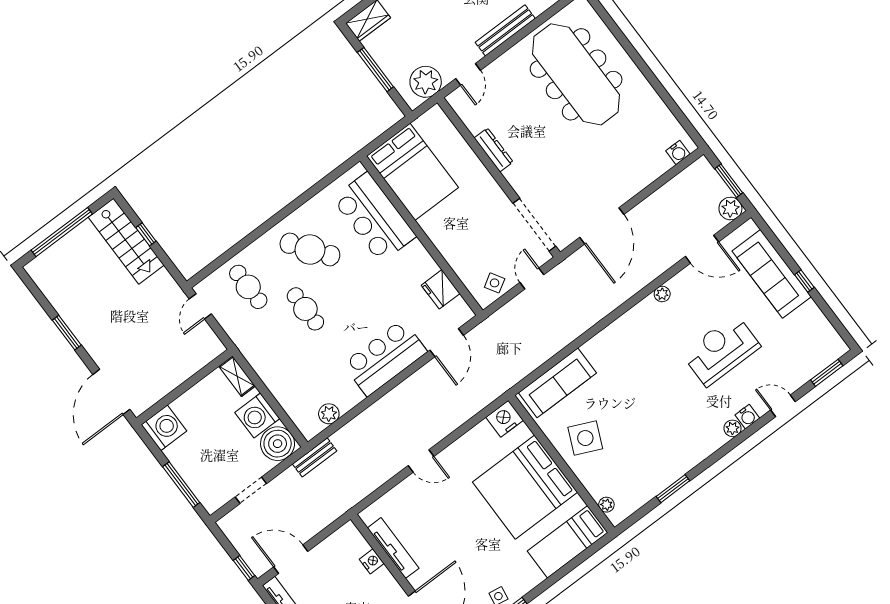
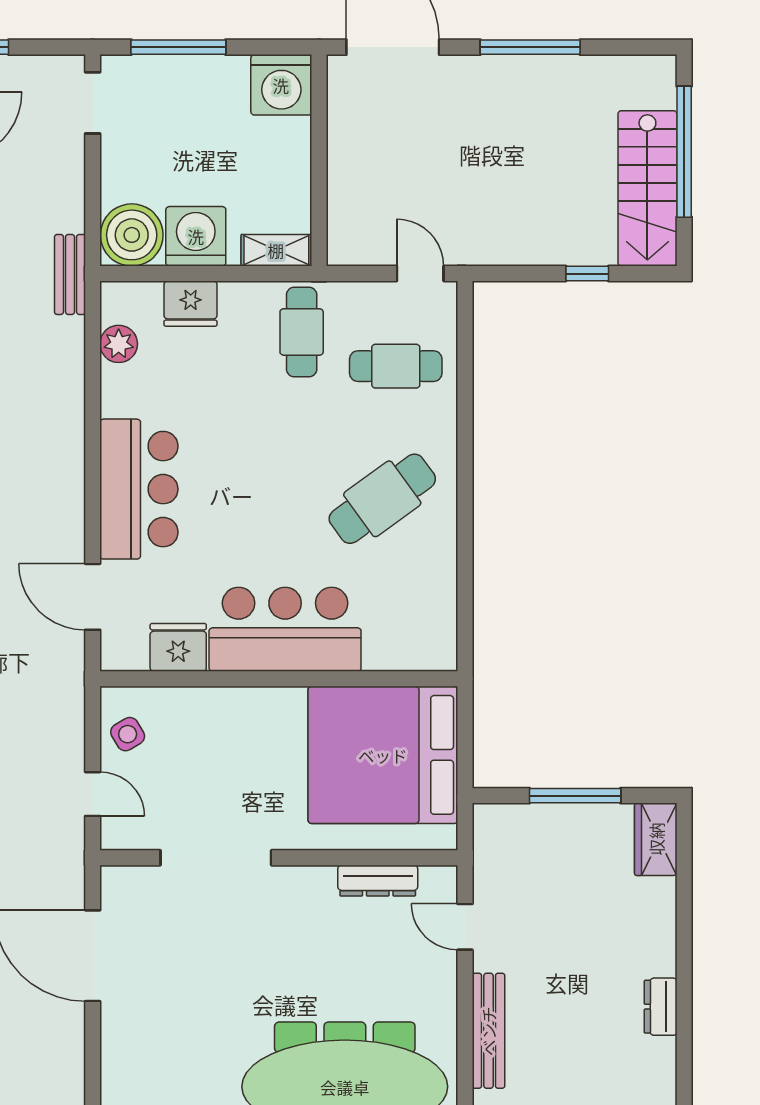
plant: (426, 82) -> (501, 856), removed
dresser: (494, 150) -> (378, 881), moved
bed: (412, 172) -> (383, 755), width x1.36
bar counter: (374, 217) -> (285, 629), moved
doorway: (534, 225) -> (216, 858), moved
stairs: (126, 241) -> (647, 188), moved, turned -90
cafe table: (305, 309) -> (302, 332), moved, turned 90
window: (67, 333) -> (530, 47), width x1.44
fridge: (288, 396) -> (191, 304), added
doorway: (251, 490) -> (93, 103), moved

